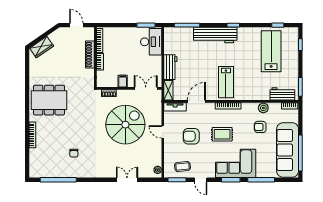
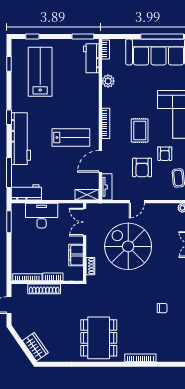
desk: (151, 42) -> (42, 216), moved
lab bench: (271, 51) -> (40, 72), turned 90
workbench: (170, 67) -> (26, 192), moved
filing cabinet: (123, 81) -> (76, 255), width x2.00
lab bench: (226, 82) -> (71, 138), moved
door: (196, 101) -> (100, 161), hinge flipped
armchair: (260, 127) -> (165, 154), moved

